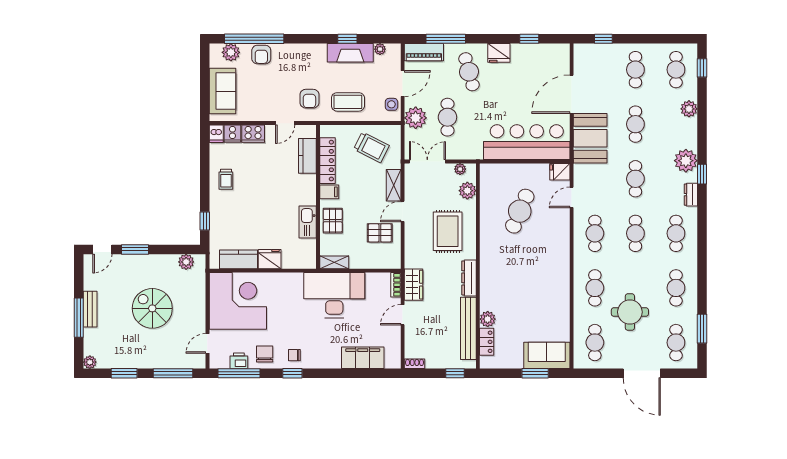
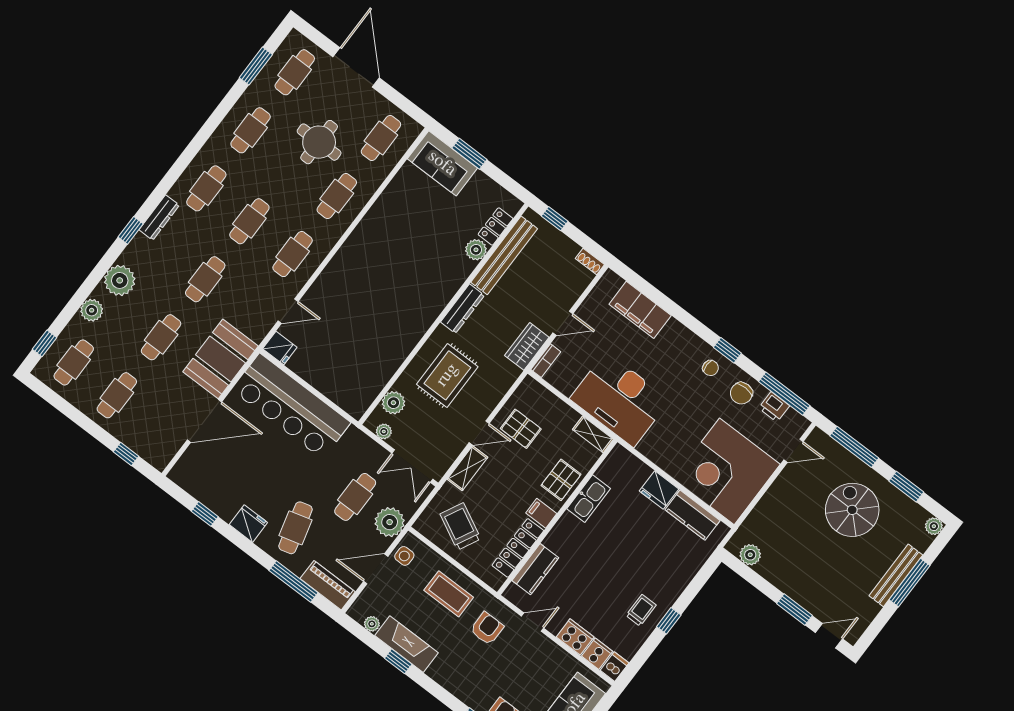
plant: (686, 161) -> (120, 280), moved
dresser: (691, 195) -> (159, 217), width x1.44
cafe table: (520, 211) -> (354, 338), removed
window: (205, 221) -> (669, 621), moved
spiral stairs: (152, 308) -> (852, 510), moved, turned 180
bench: (90, 309) -> (896, 575), width x1.36

